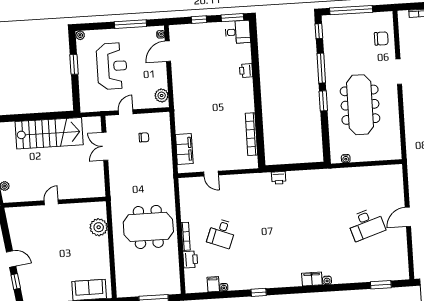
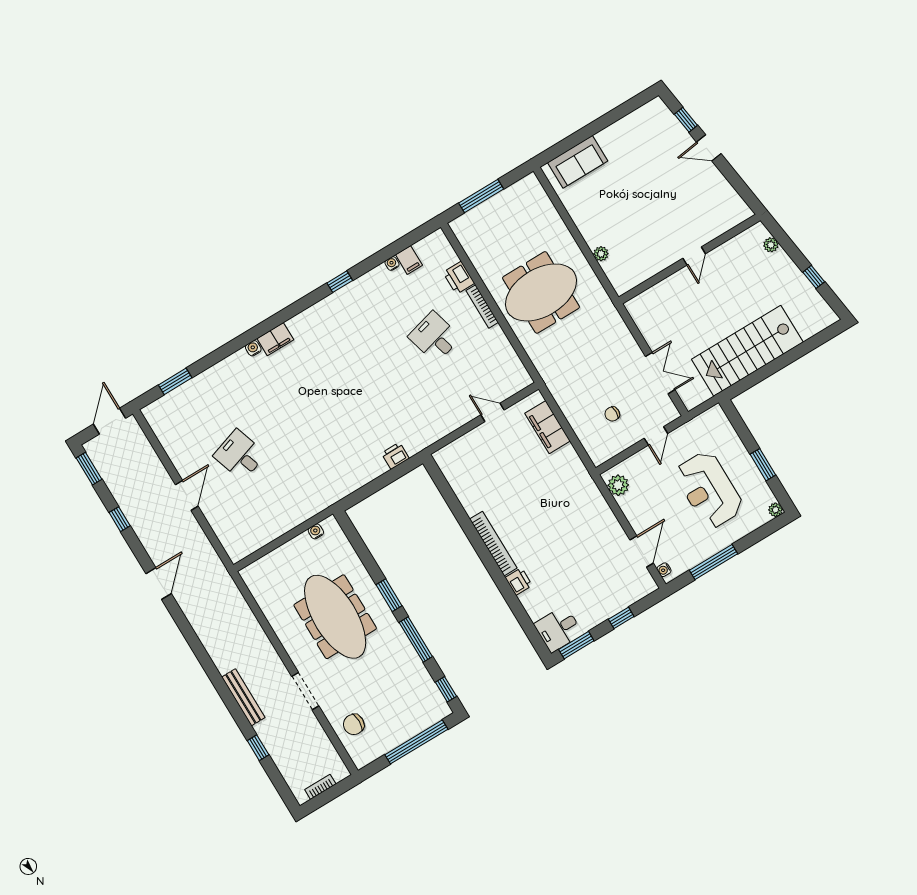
bookcase: (251, 134) -> (493, 544), moved
desk: (366, 224) -> (240, 455), width x0.73
plant: (99, 227) -> (601, 254), width x0.53, depth x0.53
desk: (222, 233) -> (434, 337), turned -36

